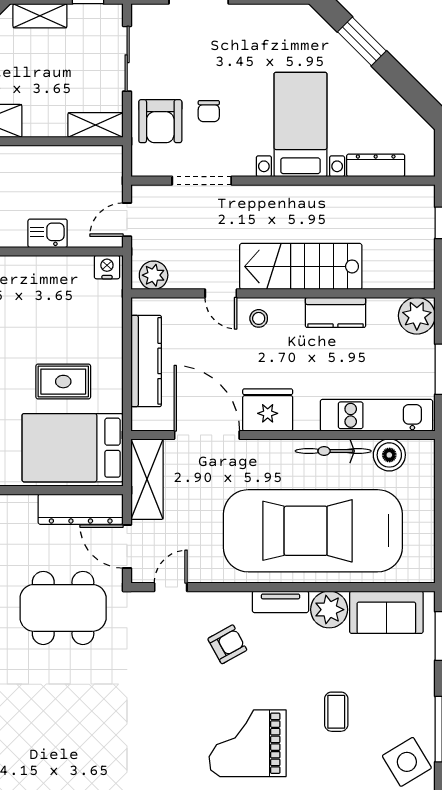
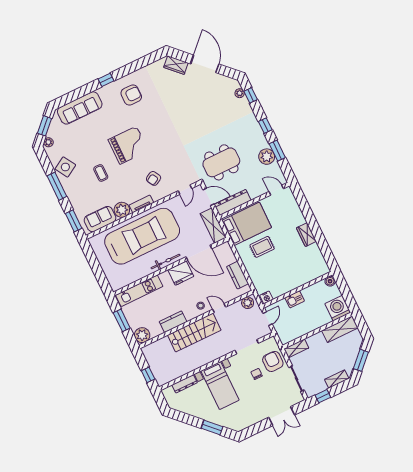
kitchen counter: (146, 361) -> (238, 275), width x0.67
bicycle: (333, 451) -> (166, 262), moved
boiler: (389, 455) -> (127, 278), removed

